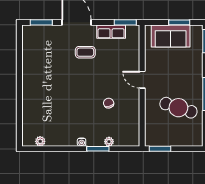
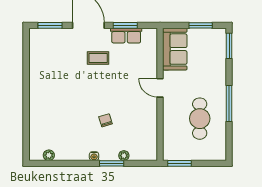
window: (125, 22) -> (125, 25), moved
sofa: (171, 36) -> (175, 49), moved, turned -90
chair: (109, 103) -> (106, 120), moved
cafe table: (178, 108) -> (200, 119), turned 72

